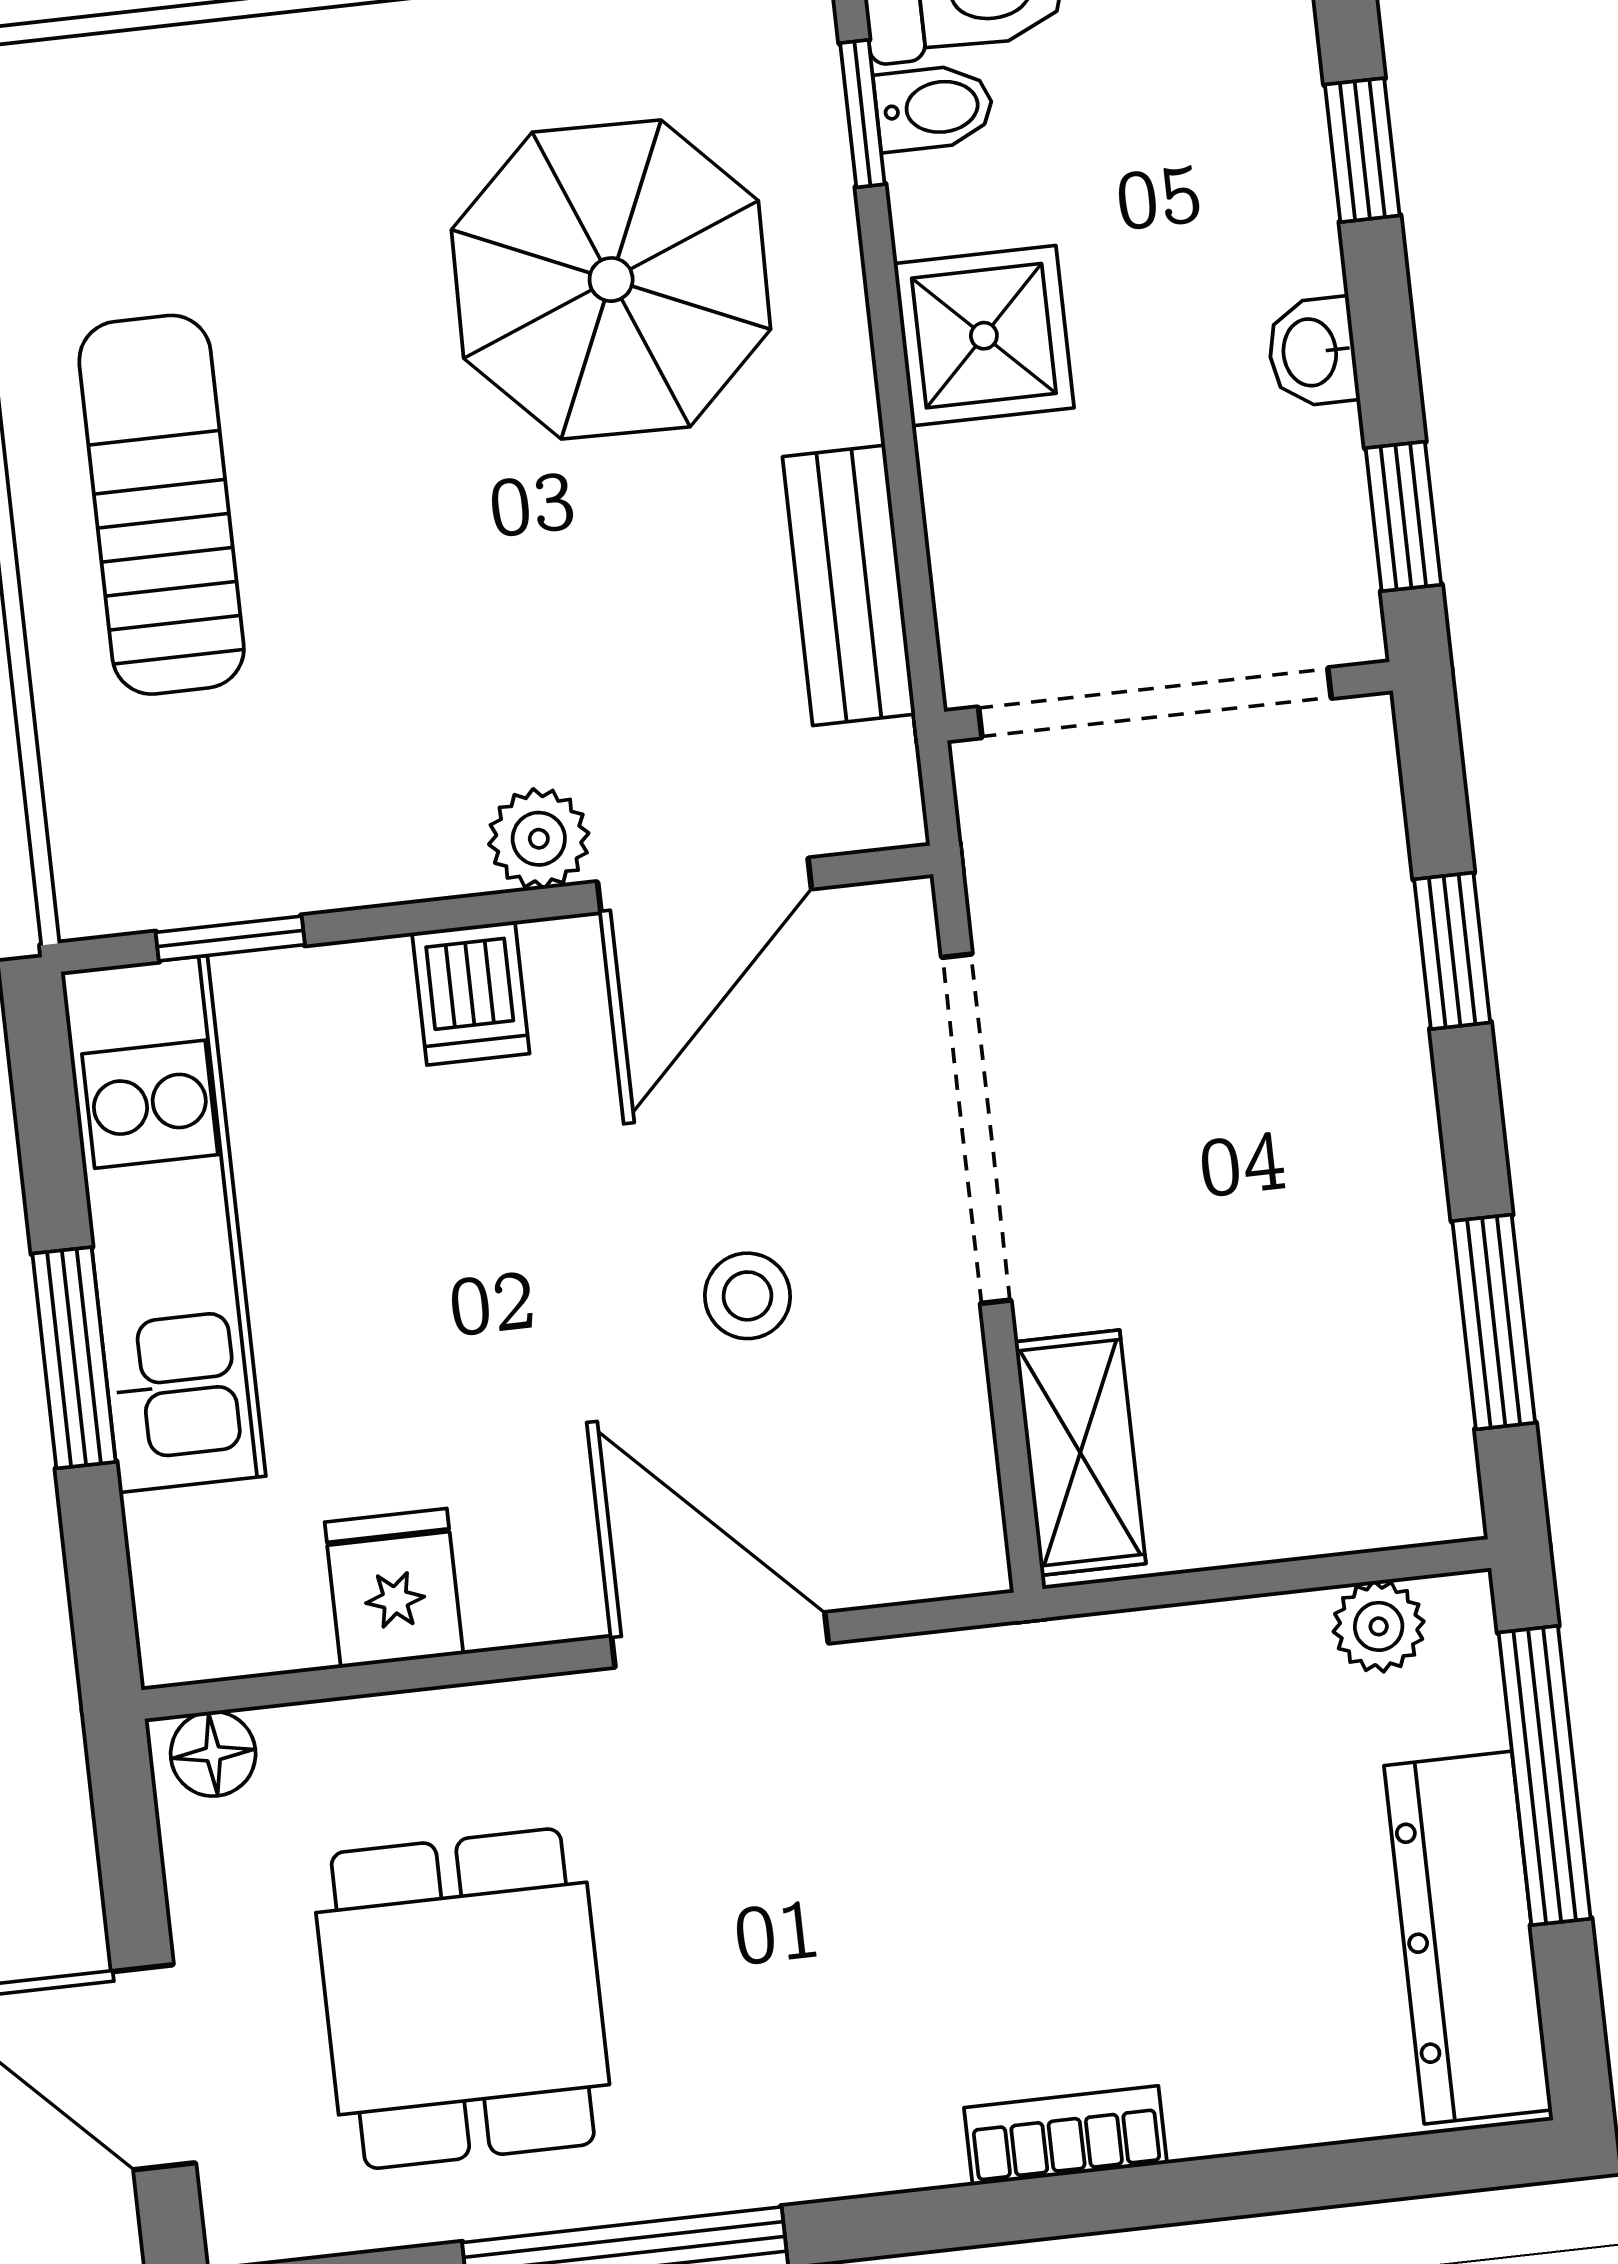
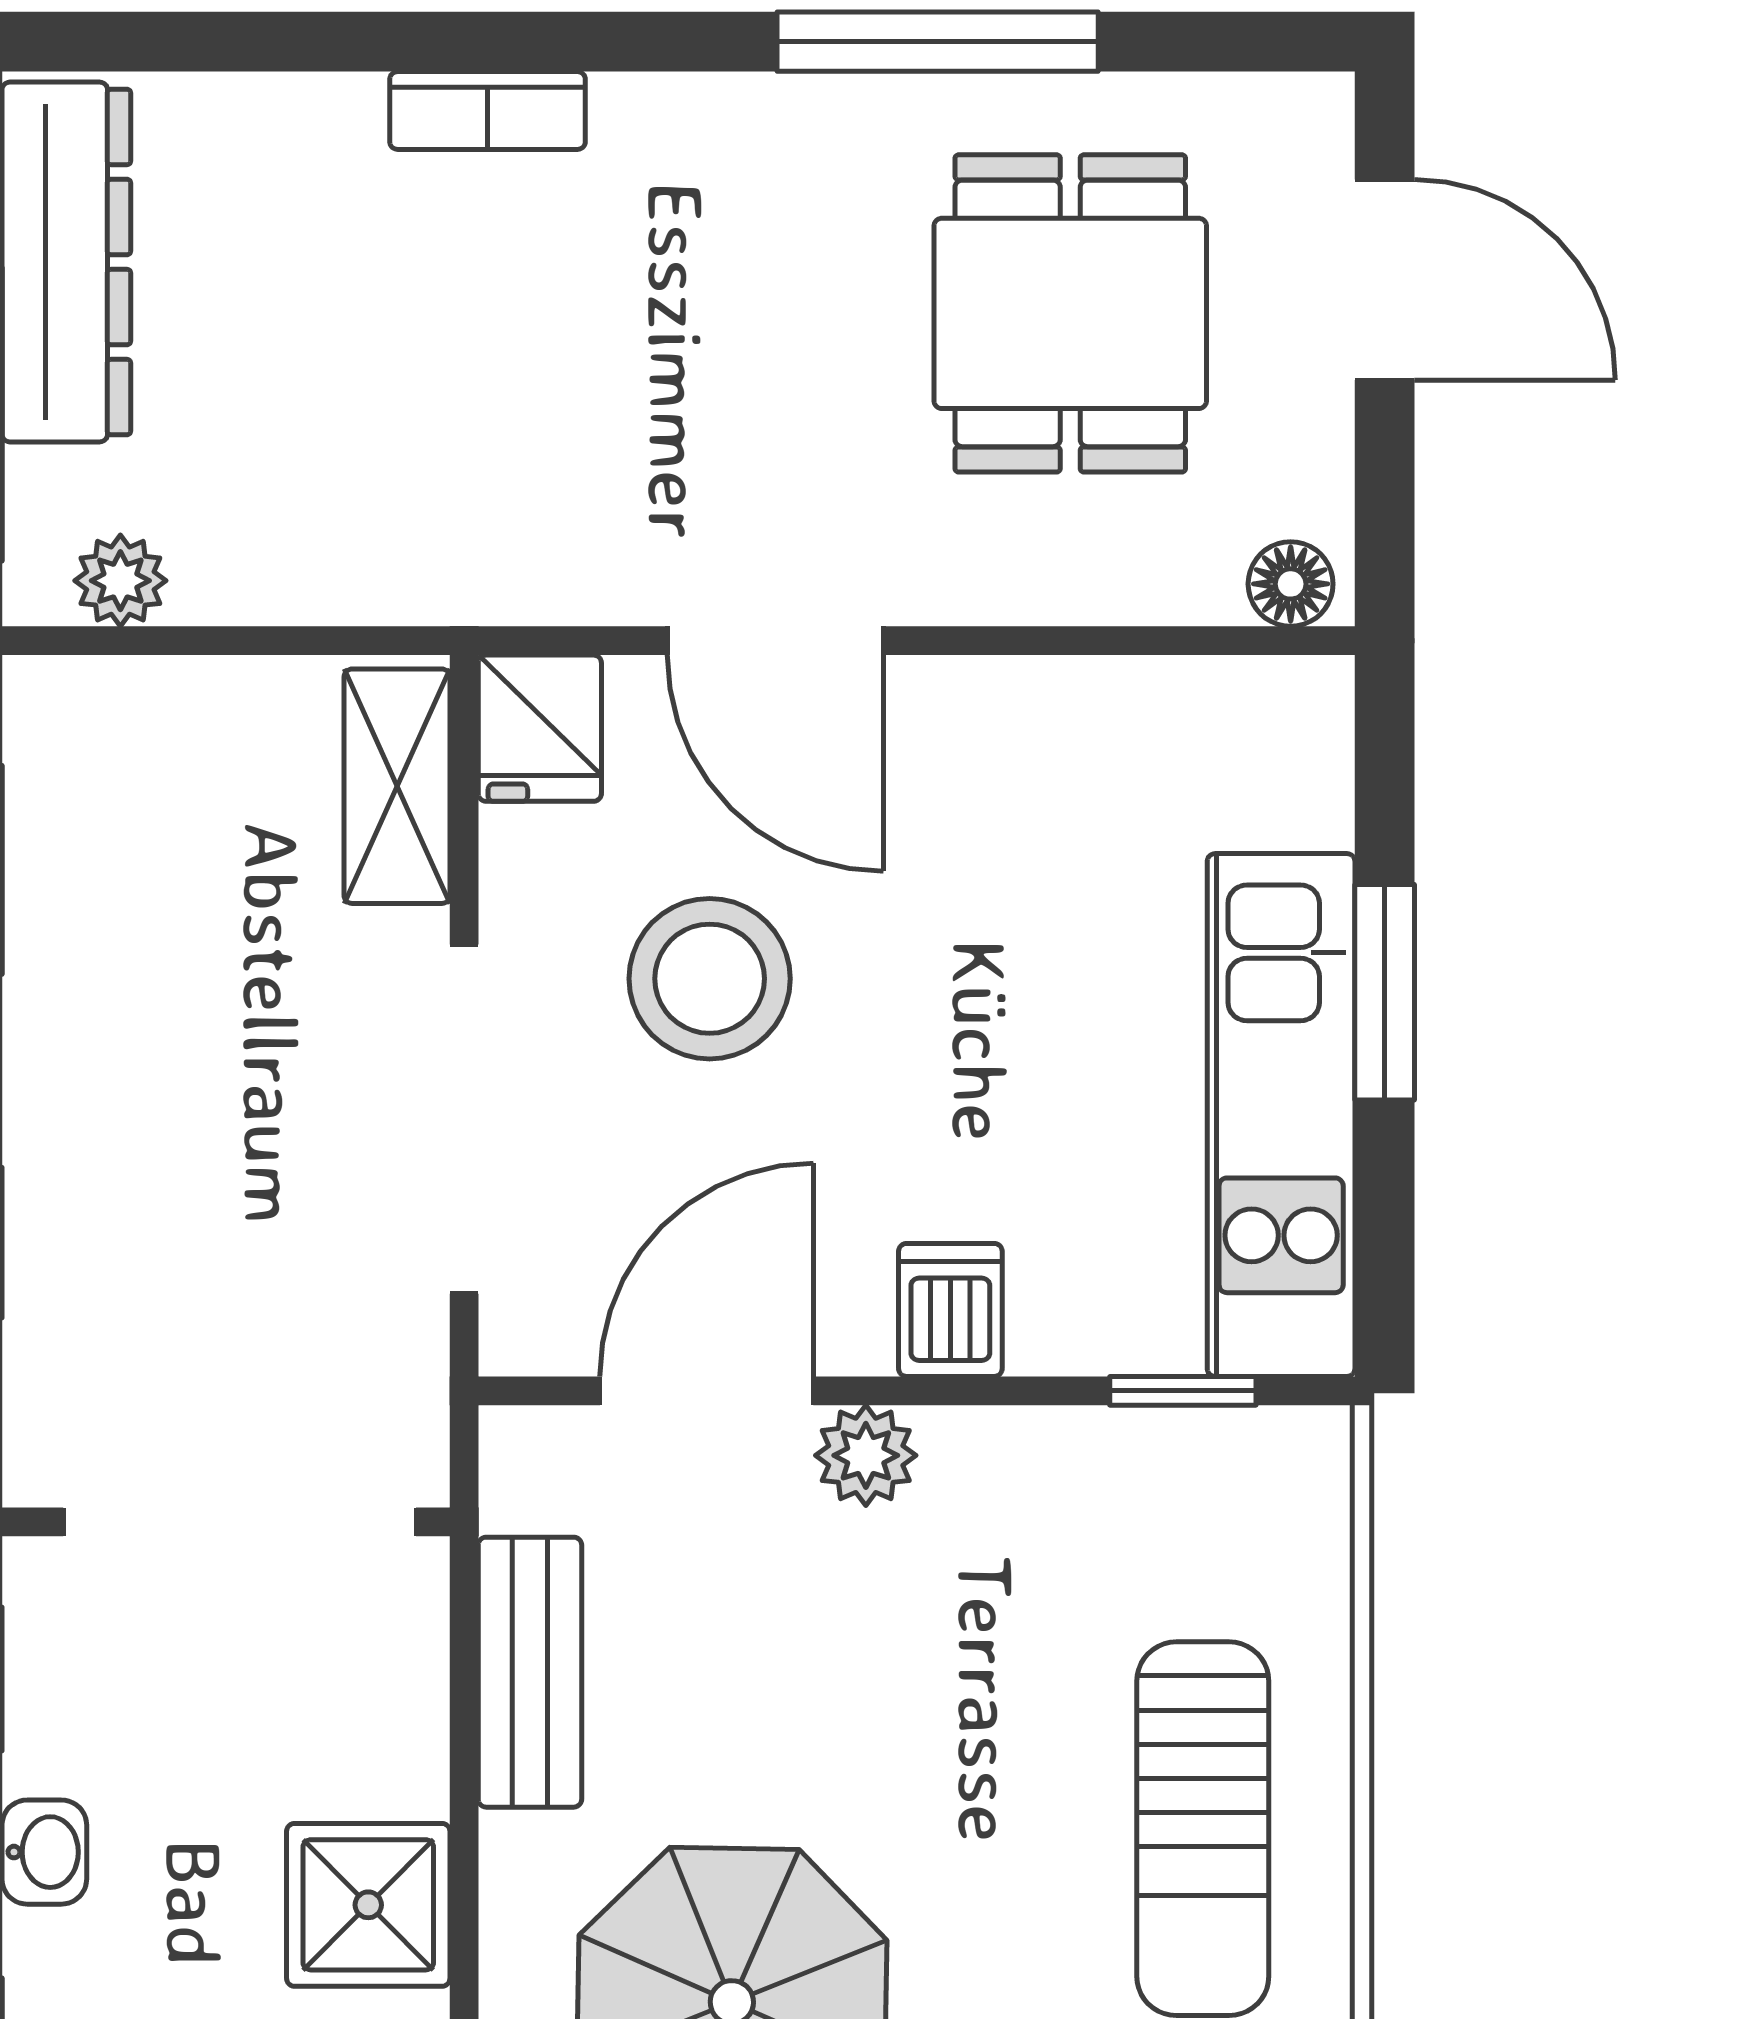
stool: (747, 1296) -> (710, 979), width x1.89, depth x1.89
fridge: (394, 1588) -> (540, 728), moved

